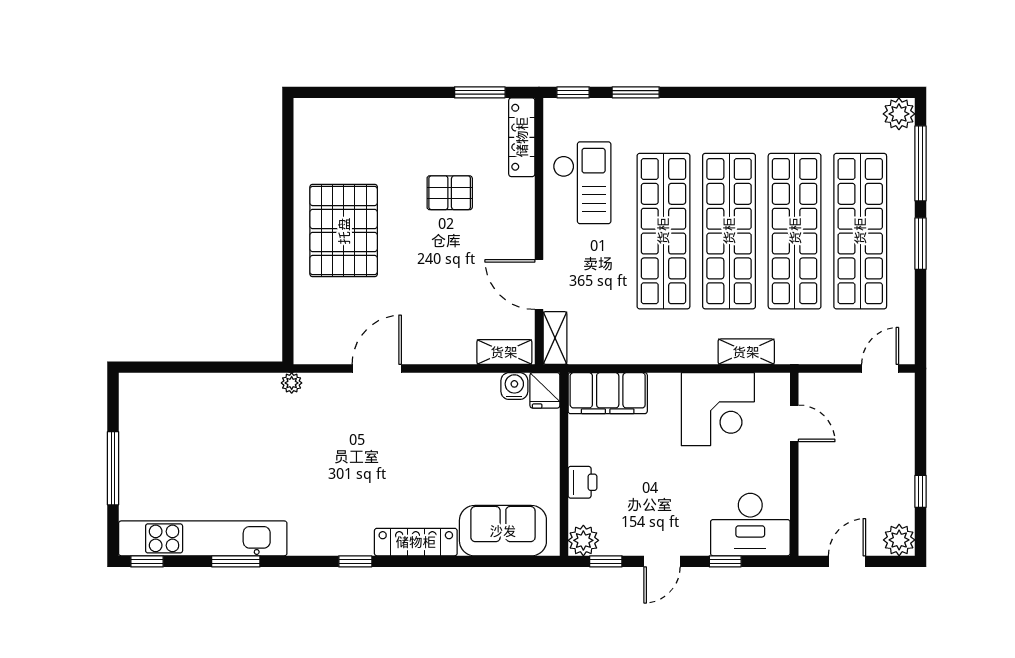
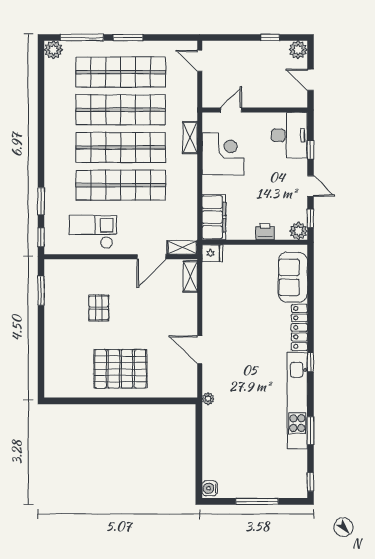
locker: (522, 137) -> (67, 267), removed
water cooler: (514, 386) -> (210, 488), moved
kitchen unit: (203, 538) -> (297, 401), moved

